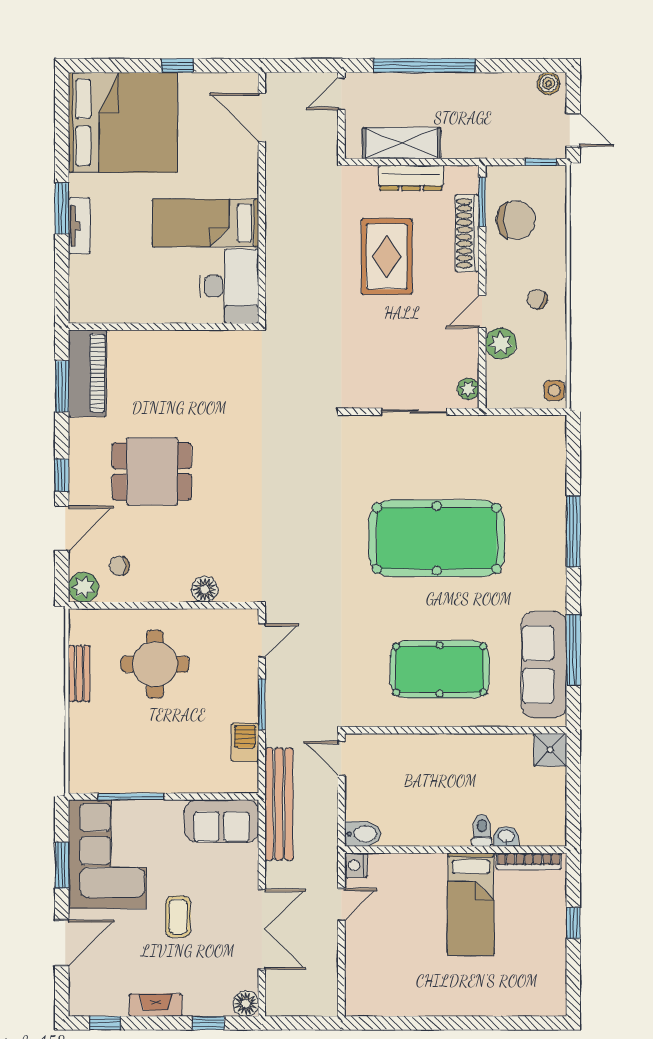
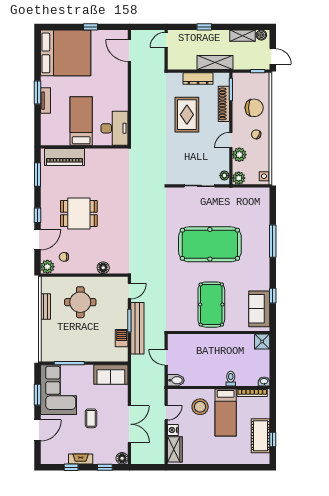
window: (424, 66) -> (204, 27), width x0.32
shelving: (508, 85) -> (243, 36), added
shelving: (402, 143) -> (215, 63), moved
chair: (516, 220) -> (254, 108), moved
bed: (205, 223) -> (81, 121), moved, turned 90
piano: (87, 373) -> (64, 157), moved, turned 90
plant: (499, 394) -> (239, 178), added
window: (573, 650) -> (273, 296), width x0.46
sofa: (544, 665) -> (259, 309), width x0.73
pool table: (440, 669) -> (211, 305), turned 90
door: (341, 758) -> (166, 357), moved
bench: (279, 804) -> (137, 328), moved
washbasin: (506, 837) -> (264, 381), moved
nightstand: (356, 865) -> (173, 430), moved
stool: (415, 892) -> (200, 407), added
window: (573, 923) -> (273, 440), moved
cot: (547, 954) -> (261, 436), added
wardrobe: (361, 984) -> (175, 449), added
window: (105, 1023) -> (71, 467), moved

